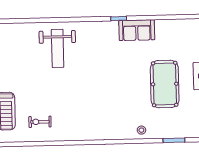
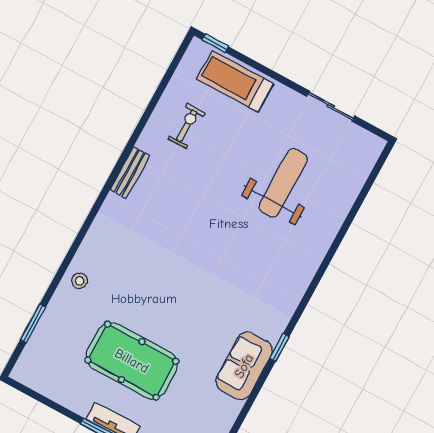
weight bench: (58, 48) -> (283, 183), moved, turned 90
bench: (77, 136) -> (130, 173), added

